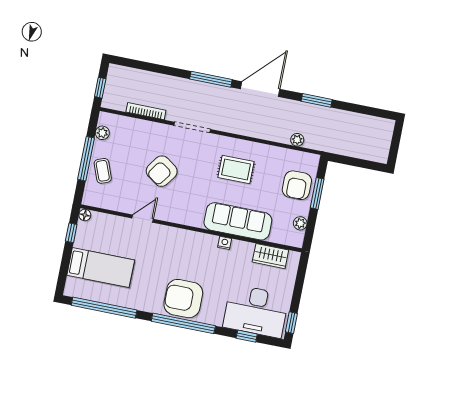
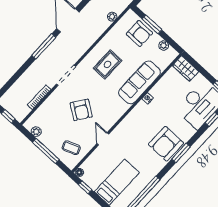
coffee table: (103, 171) -> (71, 148), moved
wardrobe: (270, 256) -> (186, 69), moved, turned 90
window: (183, 323) -> (181, 153), width x0.47

